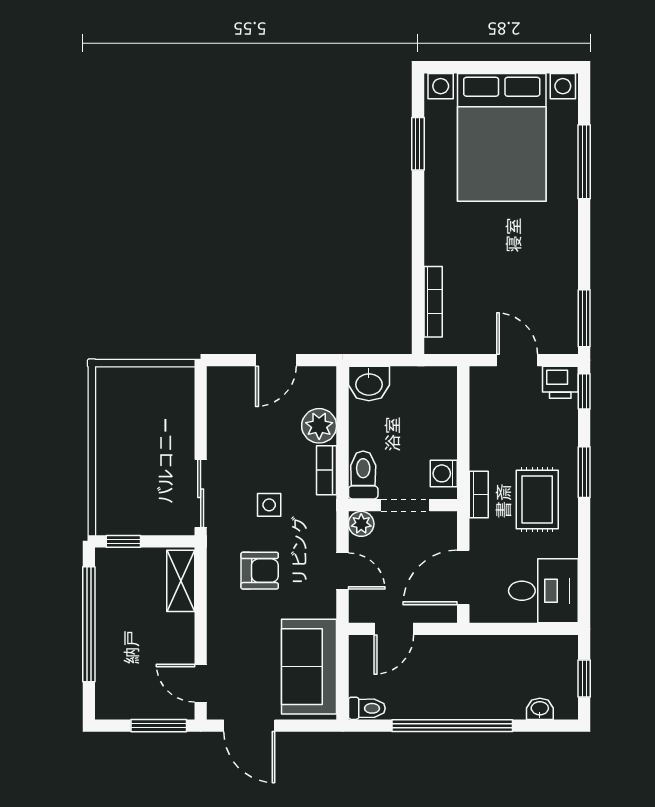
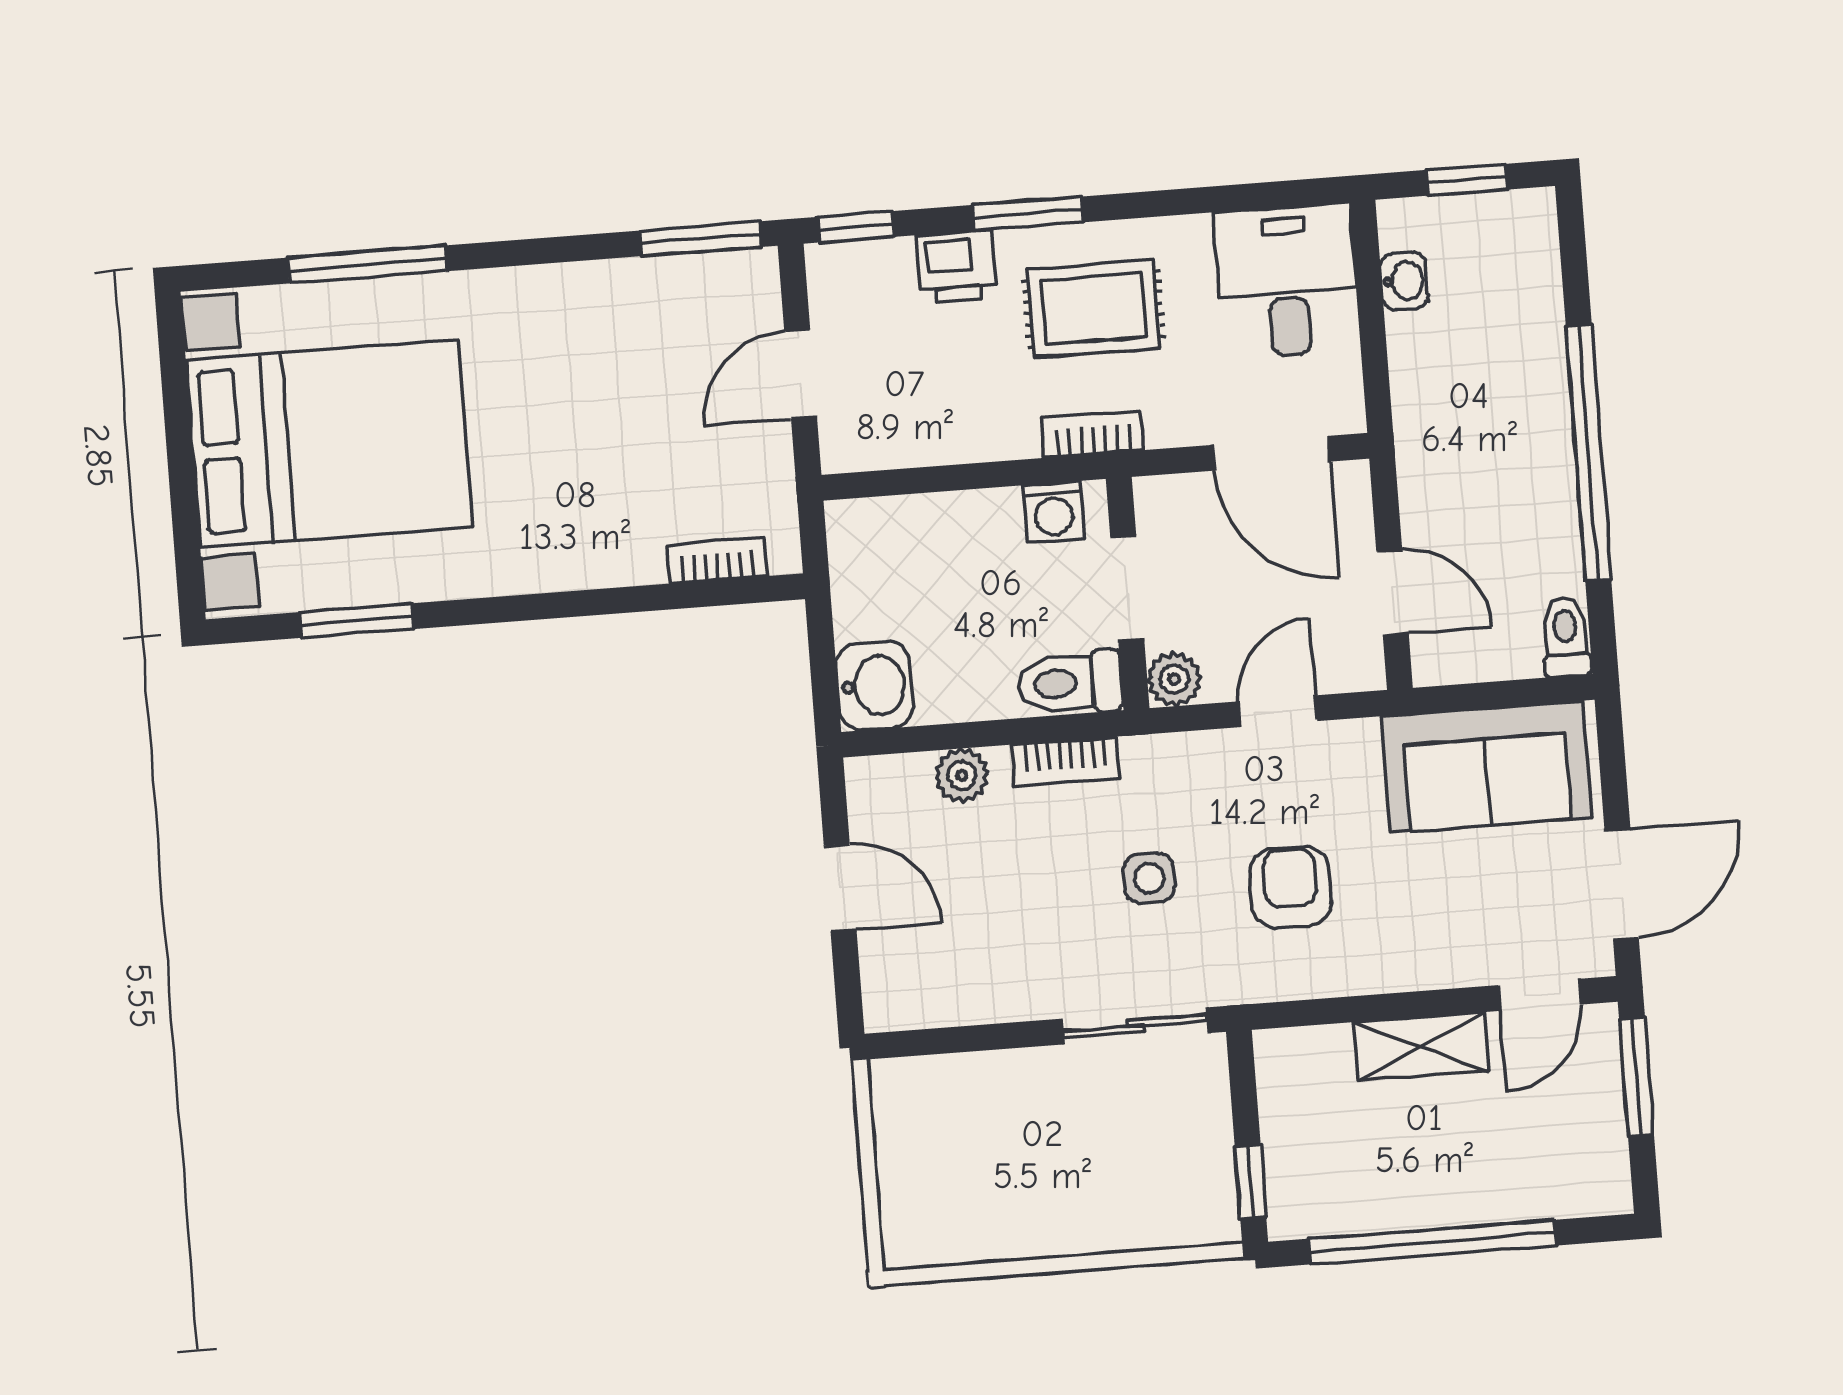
bookcase: (433, 302) -> (717, 561), width x0.64
printer: (560, 382) -> (956, 266), moved, turned 90
plant: (319, 426) -> (962, 775), width x0.73, depth x0.73
shelving: (181, 581) -> (1422, 1046), moved
washbasin: (540, 709) -> (1404, 281), moved, turned 180

